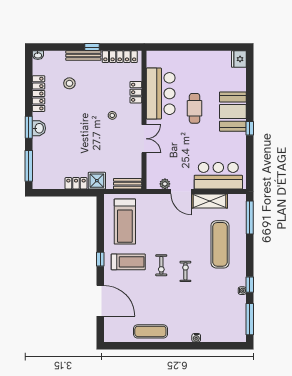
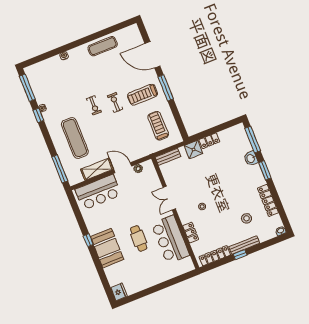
washbasin: (39, 128) -> (251, 158), moved
treadmill: (125, 222) -> (158, 126), width x0.73, depth x0.73
window: (100, 259) -> (166, 88), width x2.17

